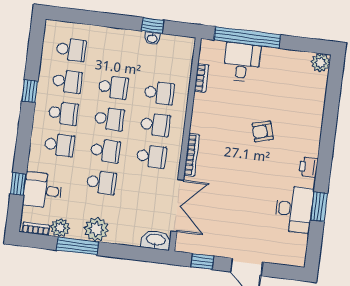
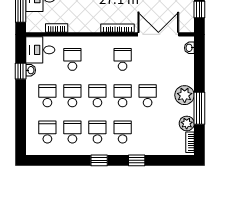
window: (30, 91) -> (99, 160), moved
school desk: (155, 125) -> (47, 96), moved
window: (18, 184) -> (137, 160), moved
desk: (43, 190) -> (40, 50), moved, turned 90
washbasin: (156, 240) -> (189, 48), width x0.52, depth x0.69

